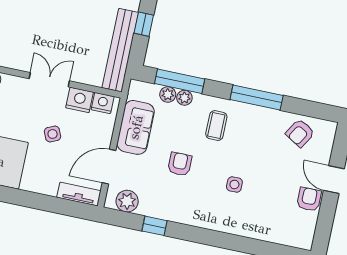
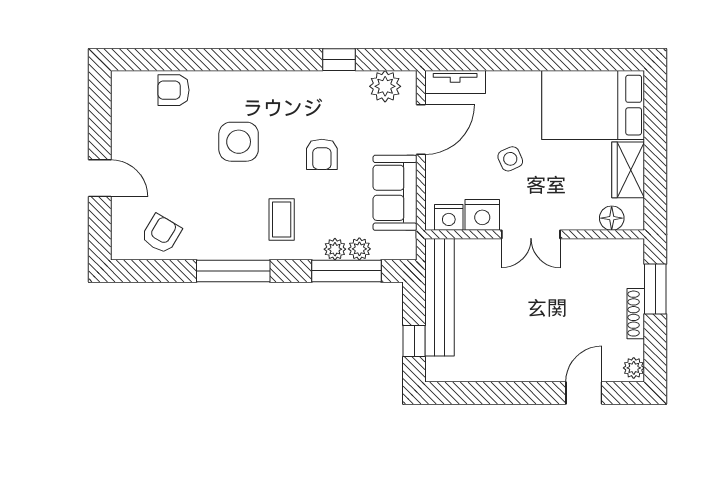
side table: (234, 184) -> (239, 142), width x1.87, depth x1.87
armchair: (309, 199) -> (173, 90), moved, turned 90

